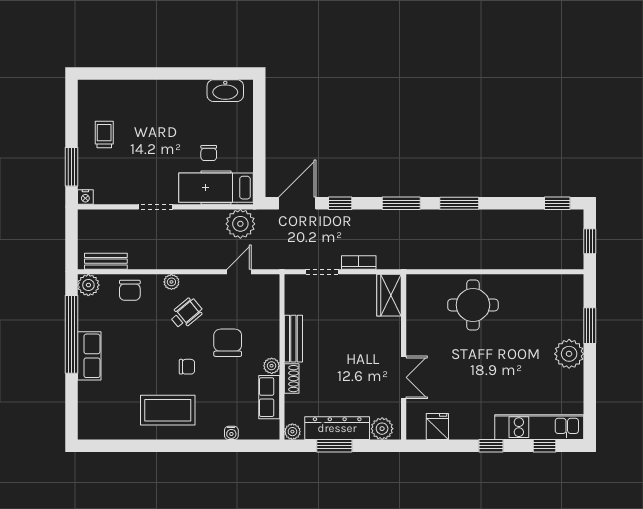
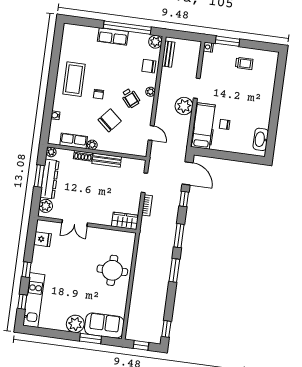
plant: (240, 224) -> (184, 106), moved
sofa: (565, 306) -> (104, 326), added
chair: (228, 343) -> (110, 120), turned -49

